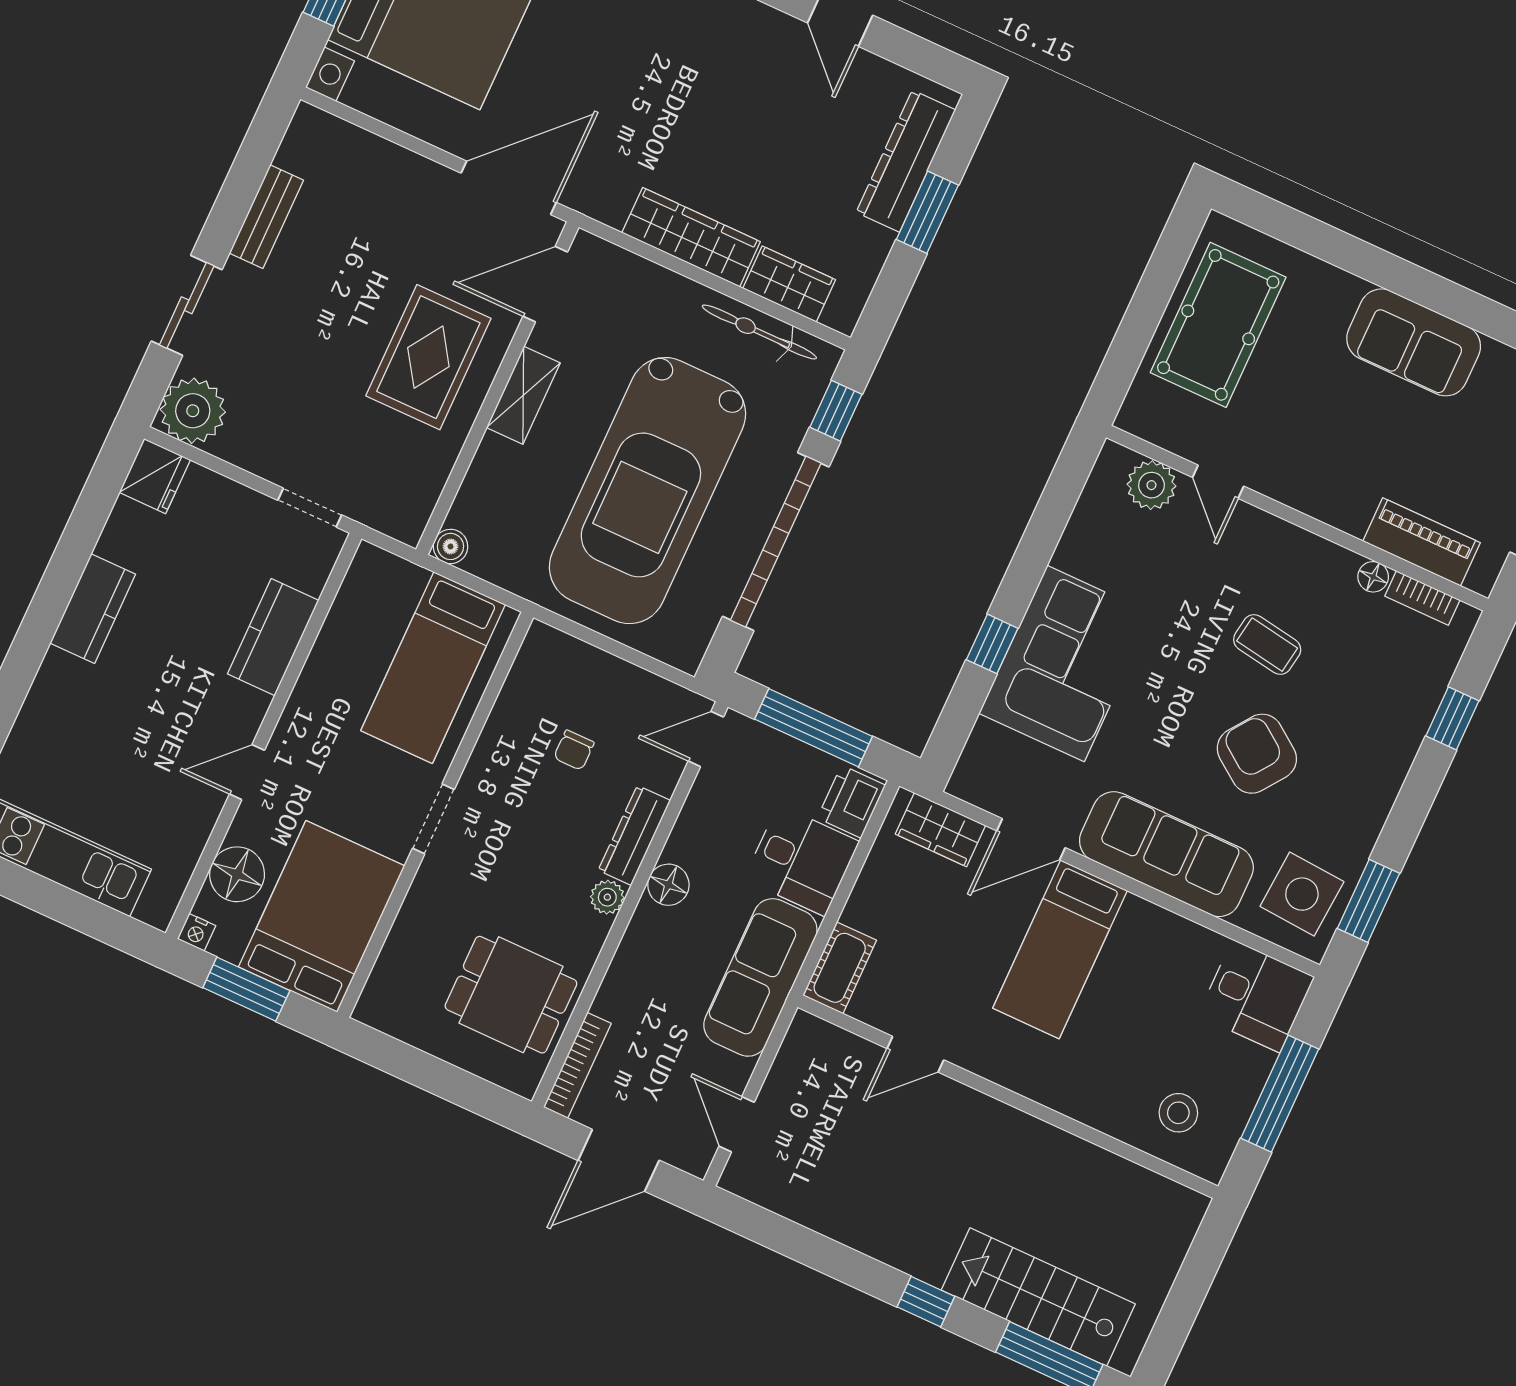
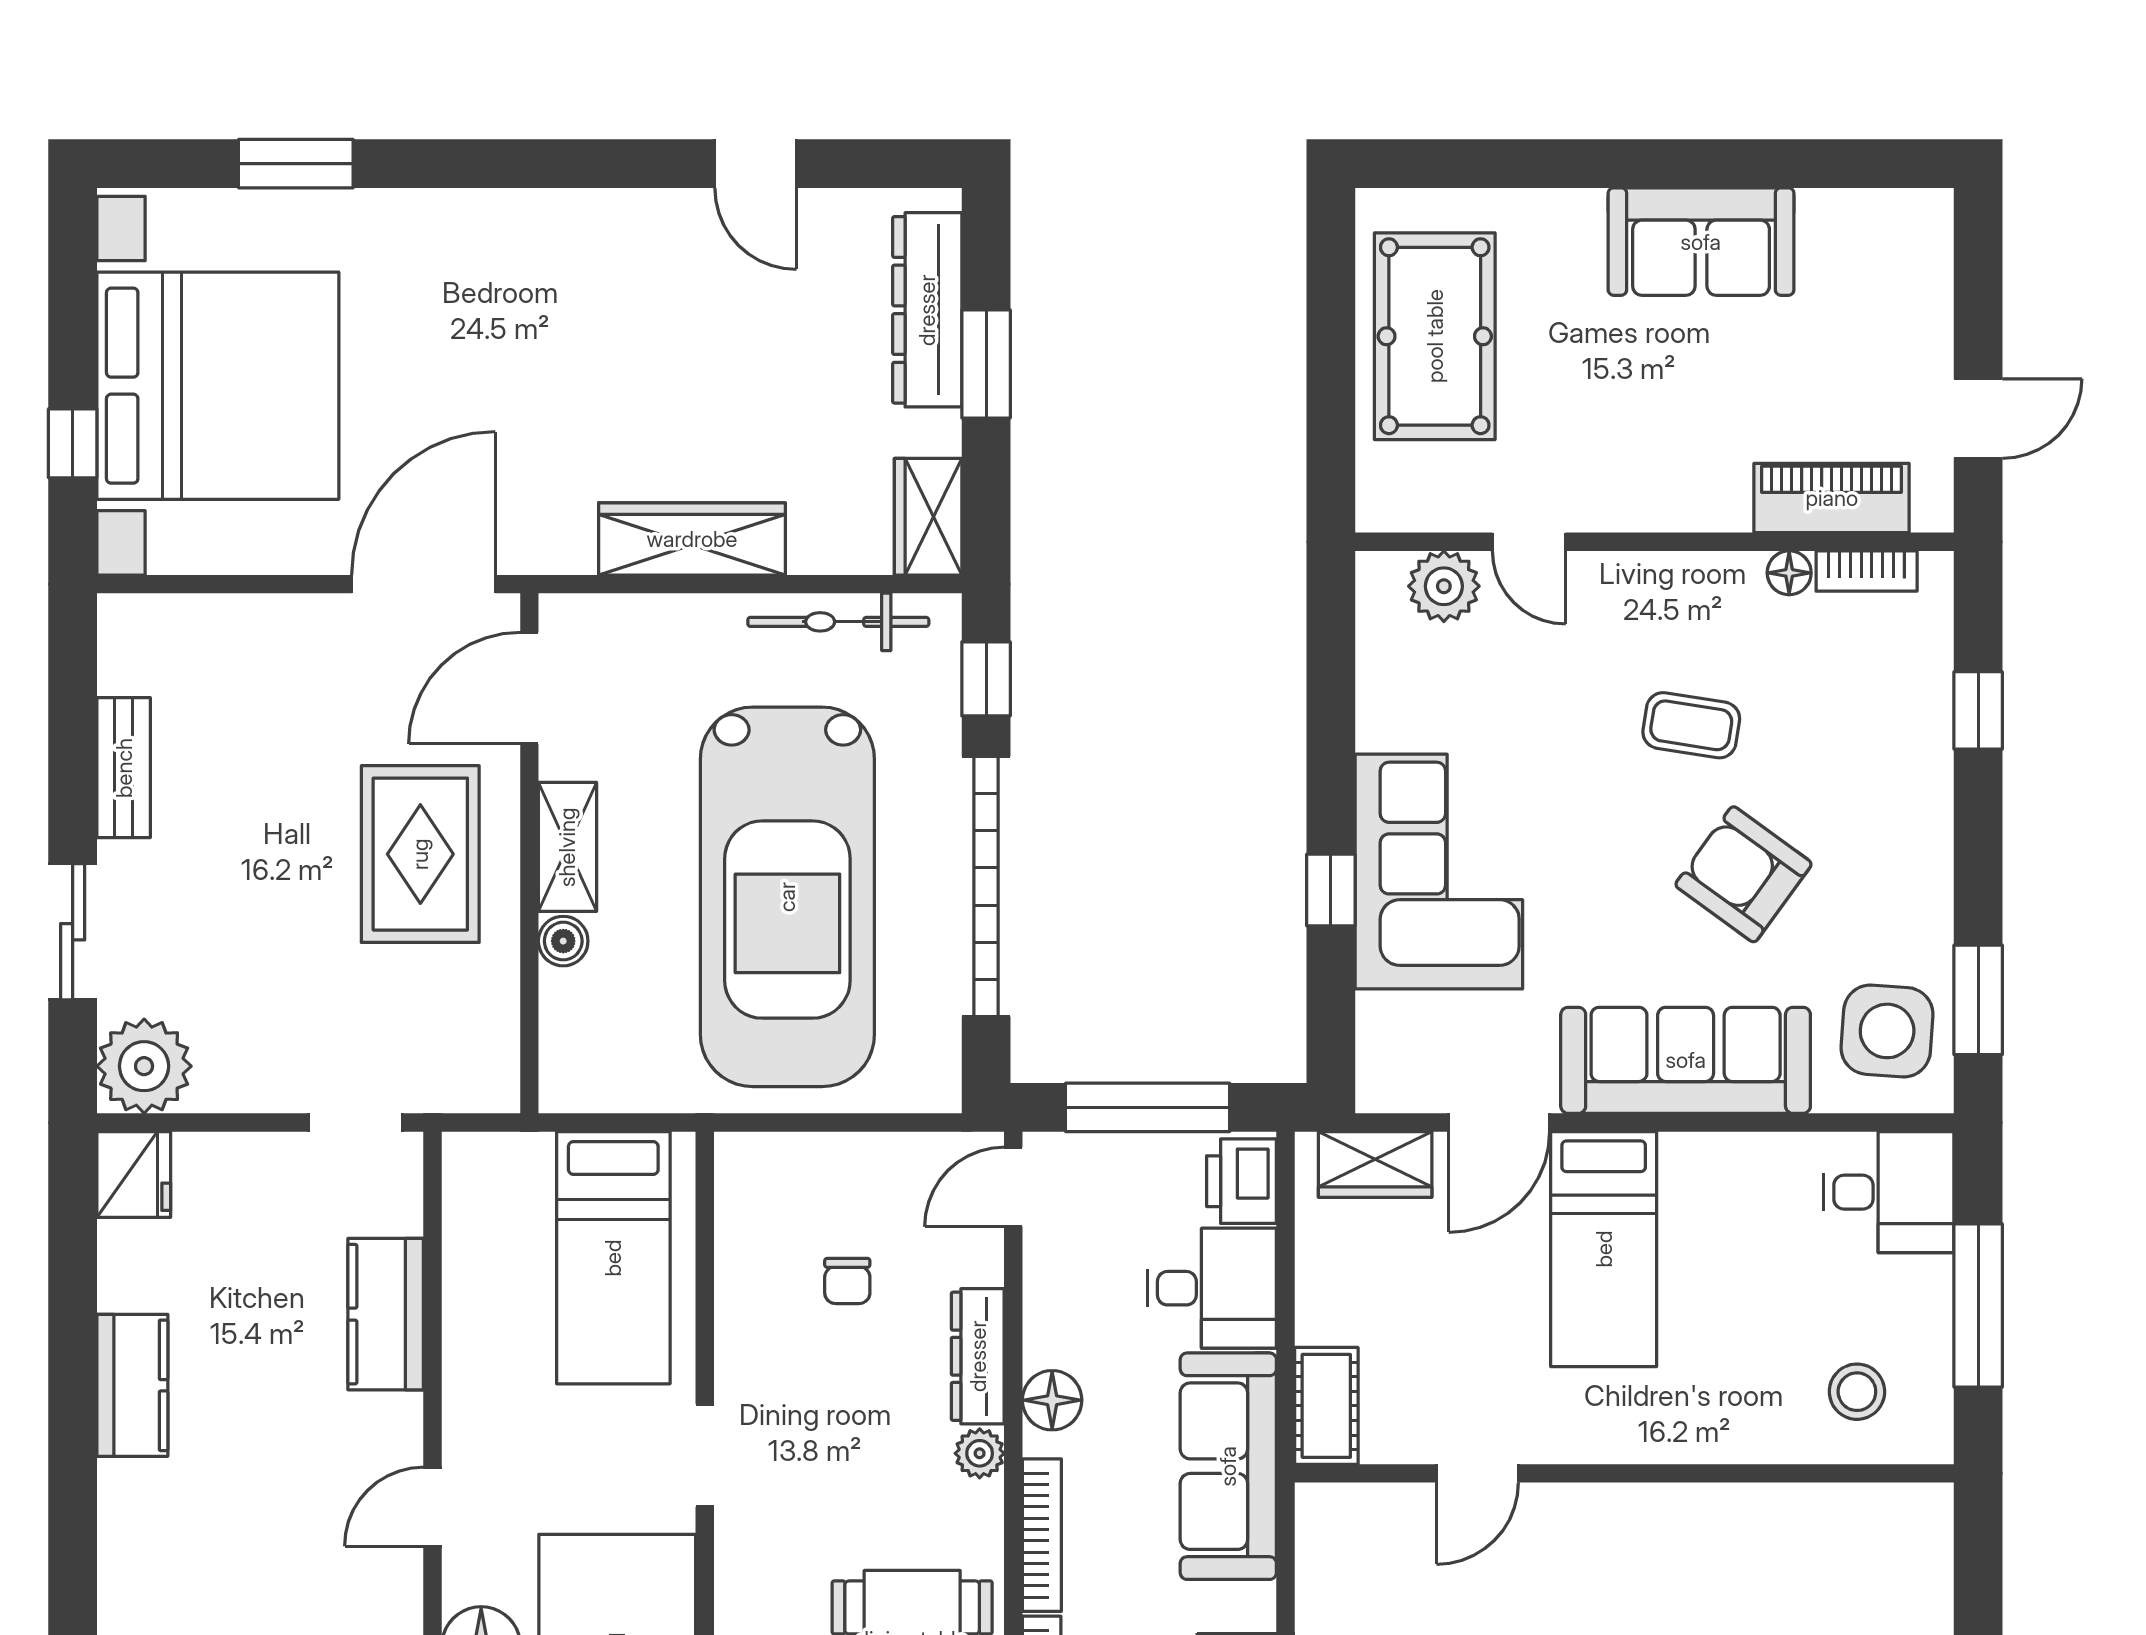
wardrobe: (789, 284) -> (928, 517), moved, turned -90
boiler: (451, 546) -> (563, 941), moved
bookcase: (623, 967) -> (1042, 1535), added

